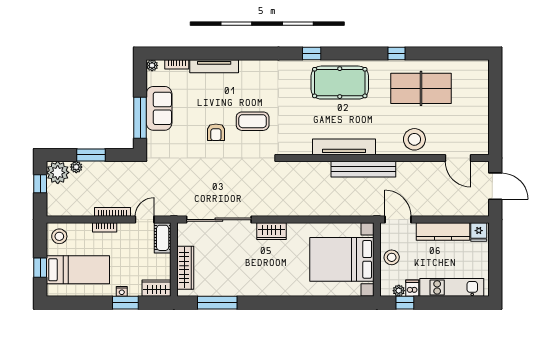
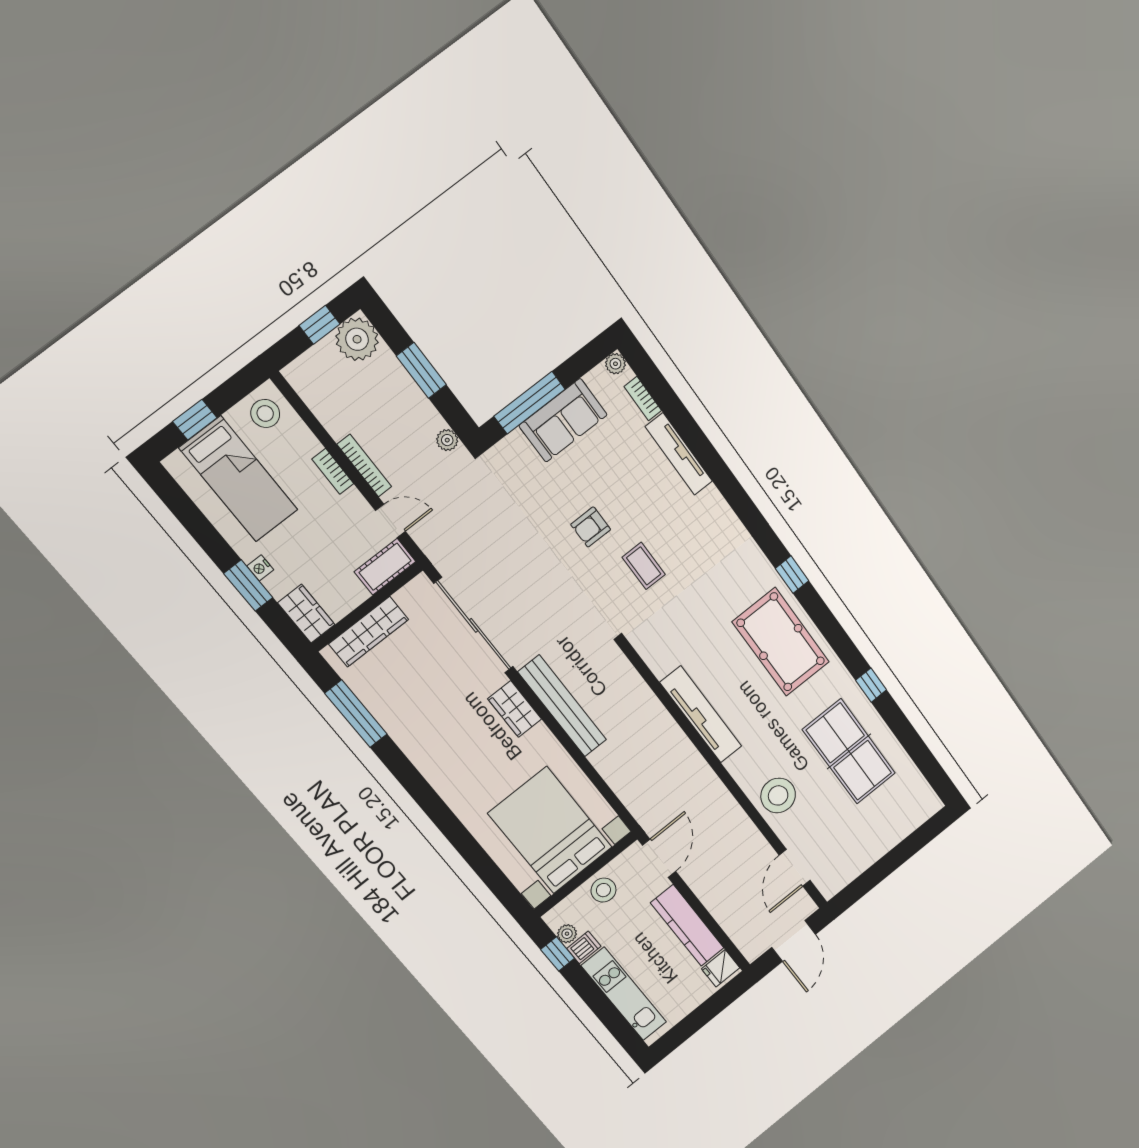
coffee table: (253, 121) -> (644, 566), width x0.73, depth x0.77
plant: (76, 167) -> (447, 440), moved
bench: (363, 169) -> (562, 706), moved

